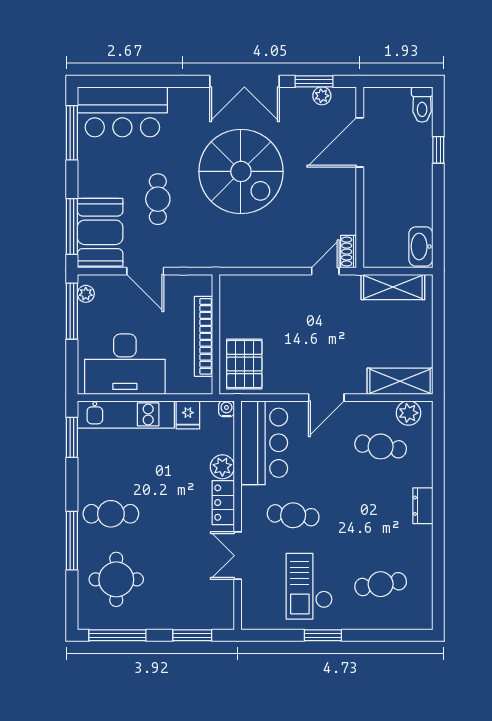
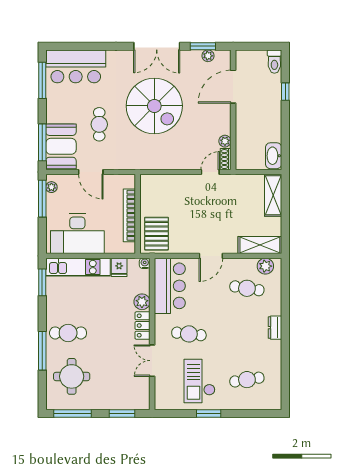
plant: (347, 224) -> (225, 141), added
shelving: (393, 287) -> (273, 195), moved, turned 90

